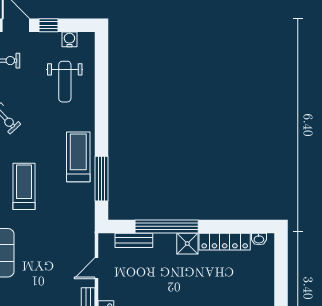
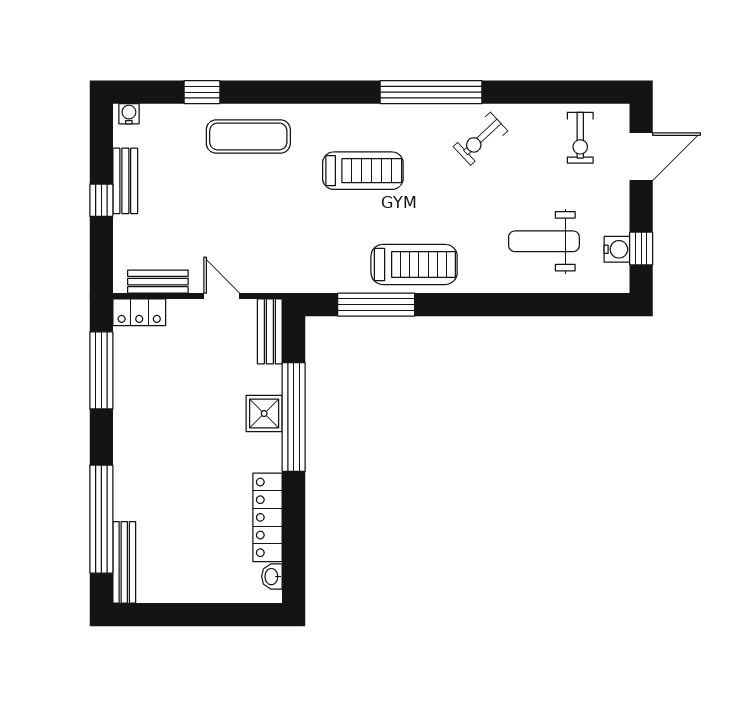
window: (49, 25) -> (641, 249), moved
bench: (134, 240) -> (270, 331), moved
shower: (187, 244) -> (264, 414), moved

